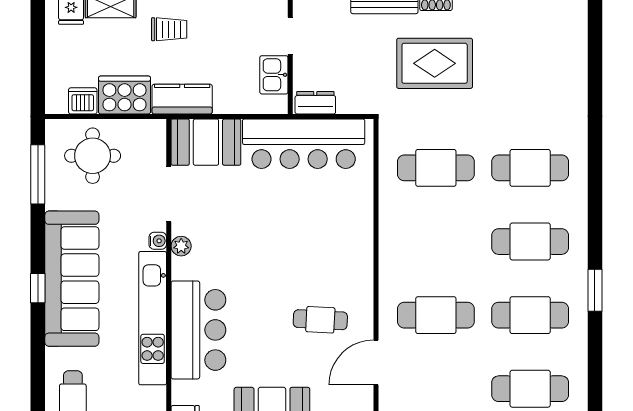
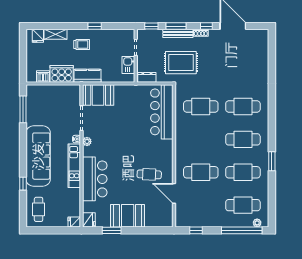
rug: (435, 63) -> (181, 63), moved
bar counter: (304, 144) -> (162, 112), moved, turned 90
round table: (93, 156) -> (47, 101), removed
window: (38, 288) -> (23, 184), moved
kitchen unit: (153, 318) -> (74, 166), width x0.73
door: (376, 362) -> (174, 193), hinge flipped

